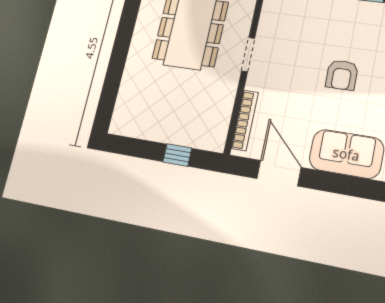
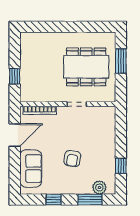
armchair: (342, 75) -> (72, 158), turned -81

